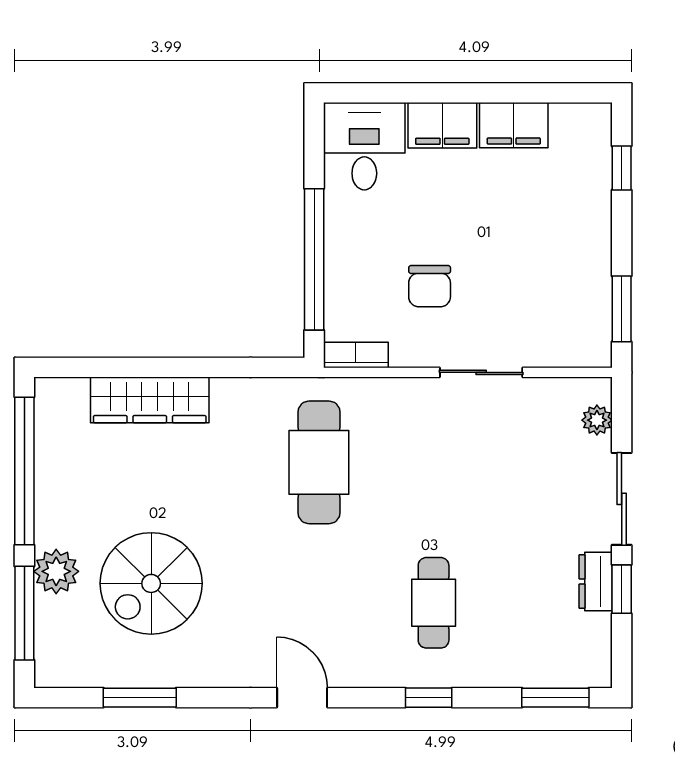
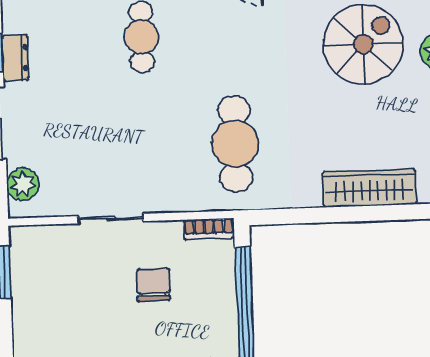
plant: (597, 420) -> (23, 184), width x1.38, depth x1.38

